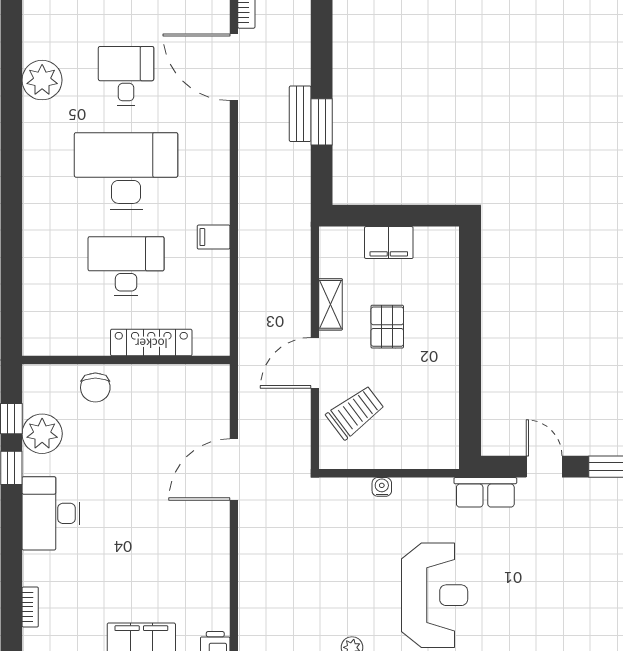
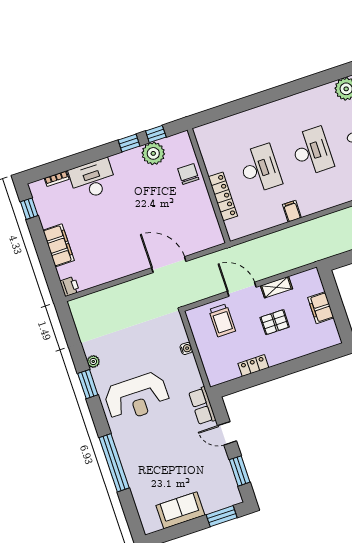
desk: (126, 171) -> (312, 151), width x0.73, depth x0.77
locker: (447, 386) -> (253, 366), added
chair: (95, 388) -> (188, 174), turned 90
trolley: (355, 412) -> (222, 320), turned 37
door: (544, 467) -> (227, 433), swing flipped
desk: (51, 513) -> (93, 179), moved

